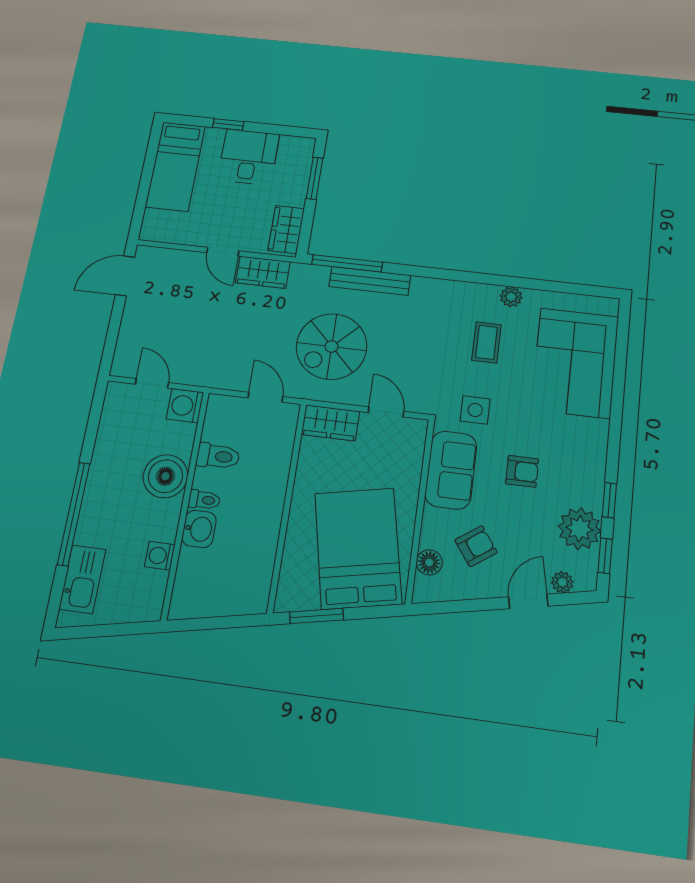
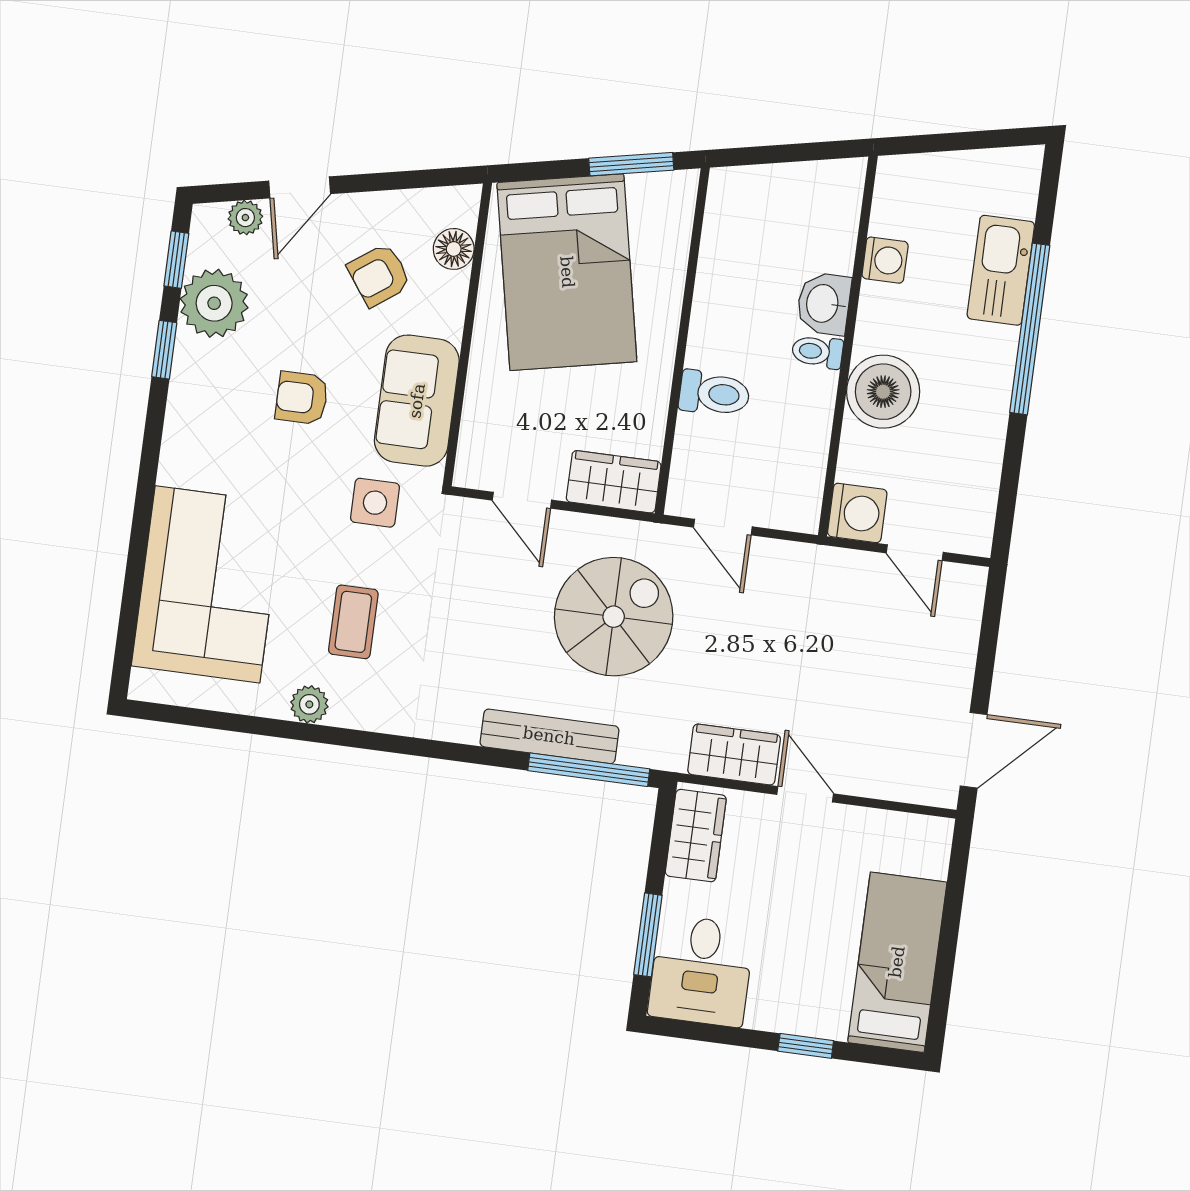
desk: (248, 157) -> (701, 971), moved
toilet: (218, 456) -> (714, 393), moved, turned 180
kitchen sink: (82, 579) -> (1001, 270), moved

